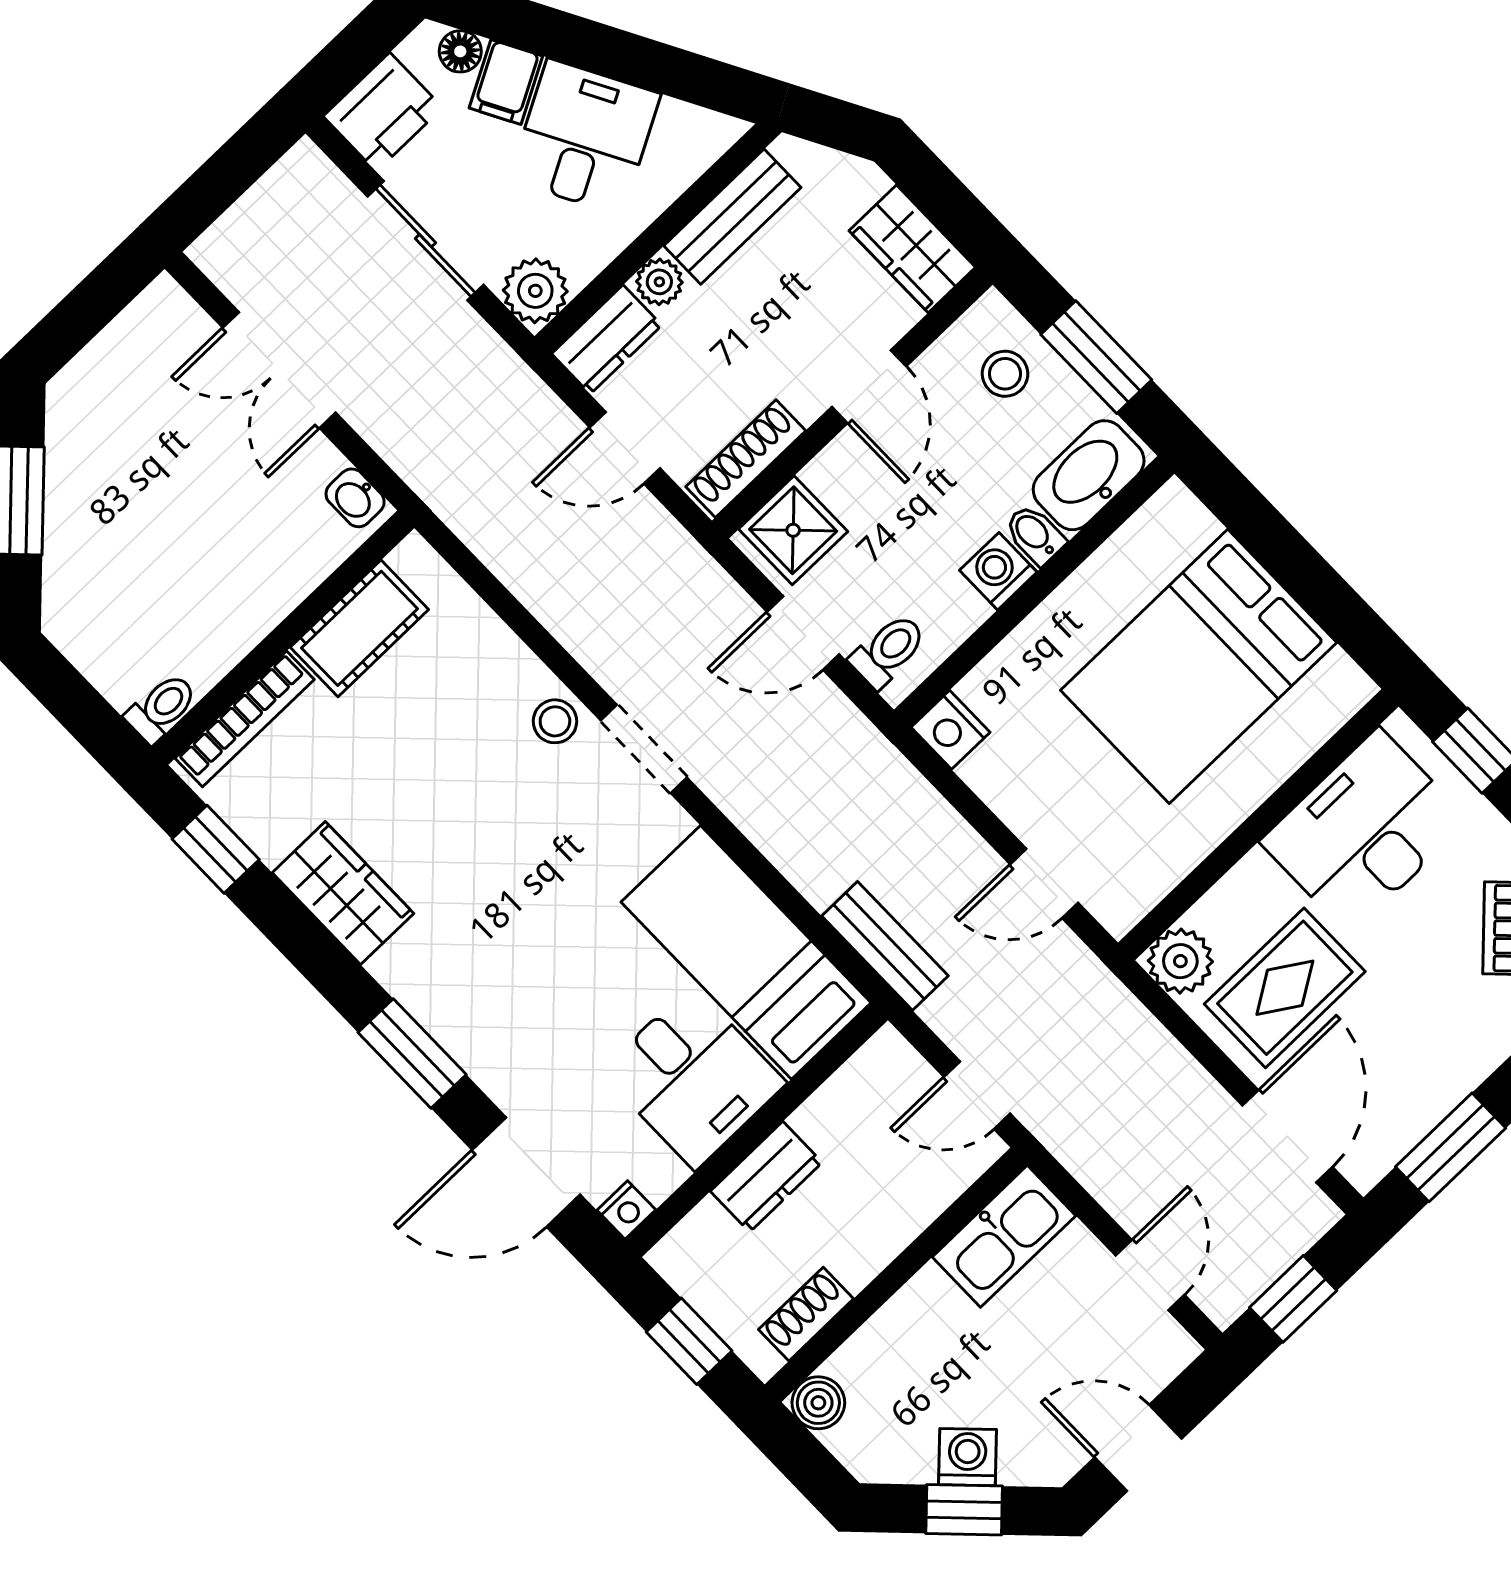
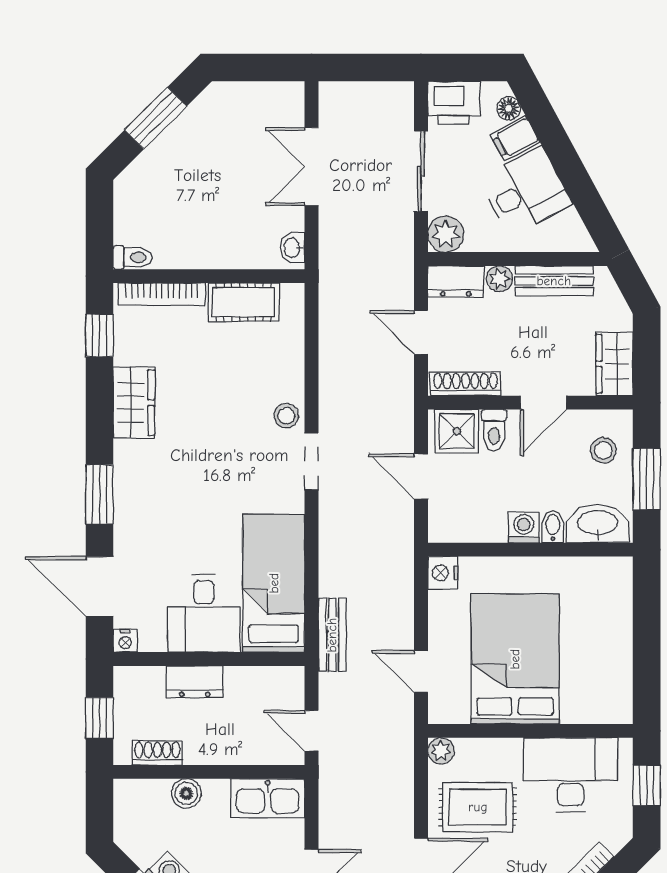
toilet: (888, 651) -> (494, 430), moved, turned 90
bed: (1199, 666) -> (515, 659), moved, turned 90
plant: (1180, 961) -> (441, 751), width x0.73, depth x0.73
boiler: (818, 1403) -> (186, 793), moved

